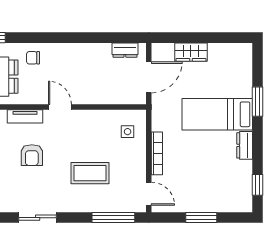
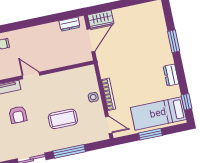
wardrobe: (191, 52) -> (101, 19), moved
bed: (217, 114) -> (158, 114), moved
side table: (128, 132) -> (93, 97), moved
window: (113, 218) -> (69, 151), moved

